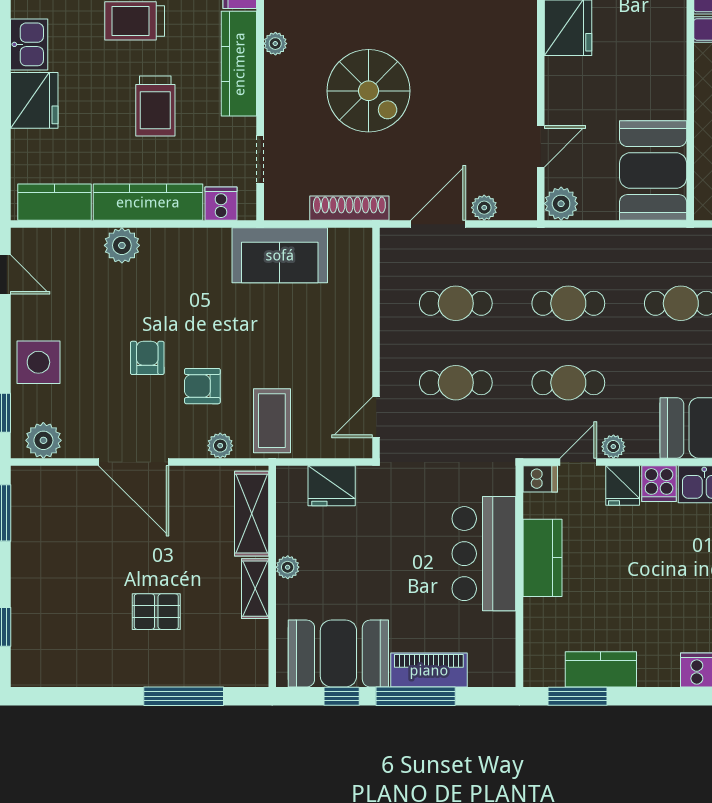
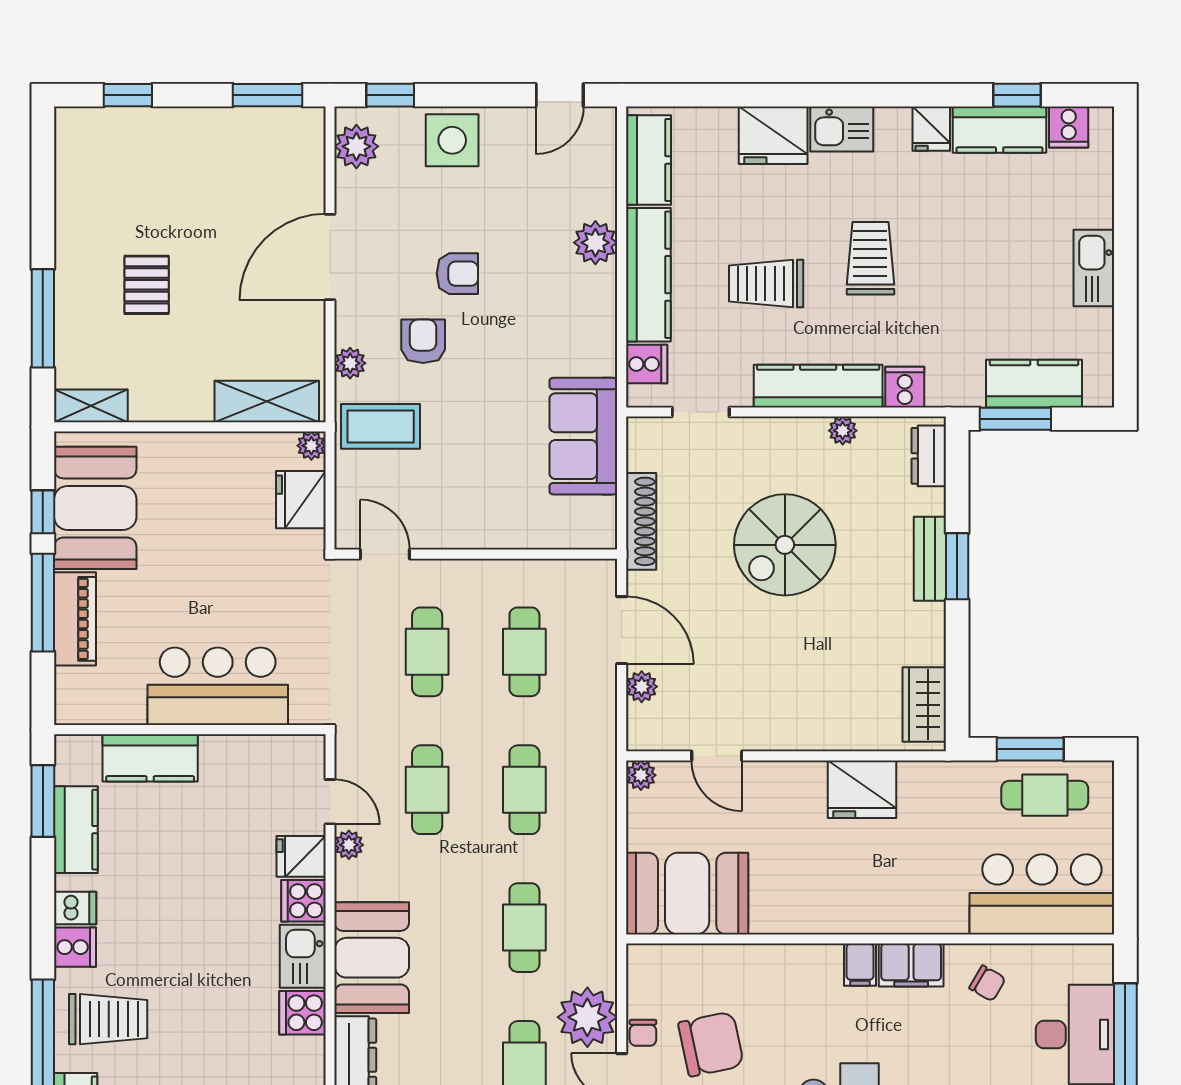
plant: (561, 204) -> (641, 775), width x0.73, depth x0.73
dishwasher: (540, 479) -> (75, 908), moved, turned -90
kitchen counter: (542, 558) -> (150, 758), moved
plant: (288, 567) -> (311, 446), moved
shelving: (255, 589) -> (91, 406), moved

